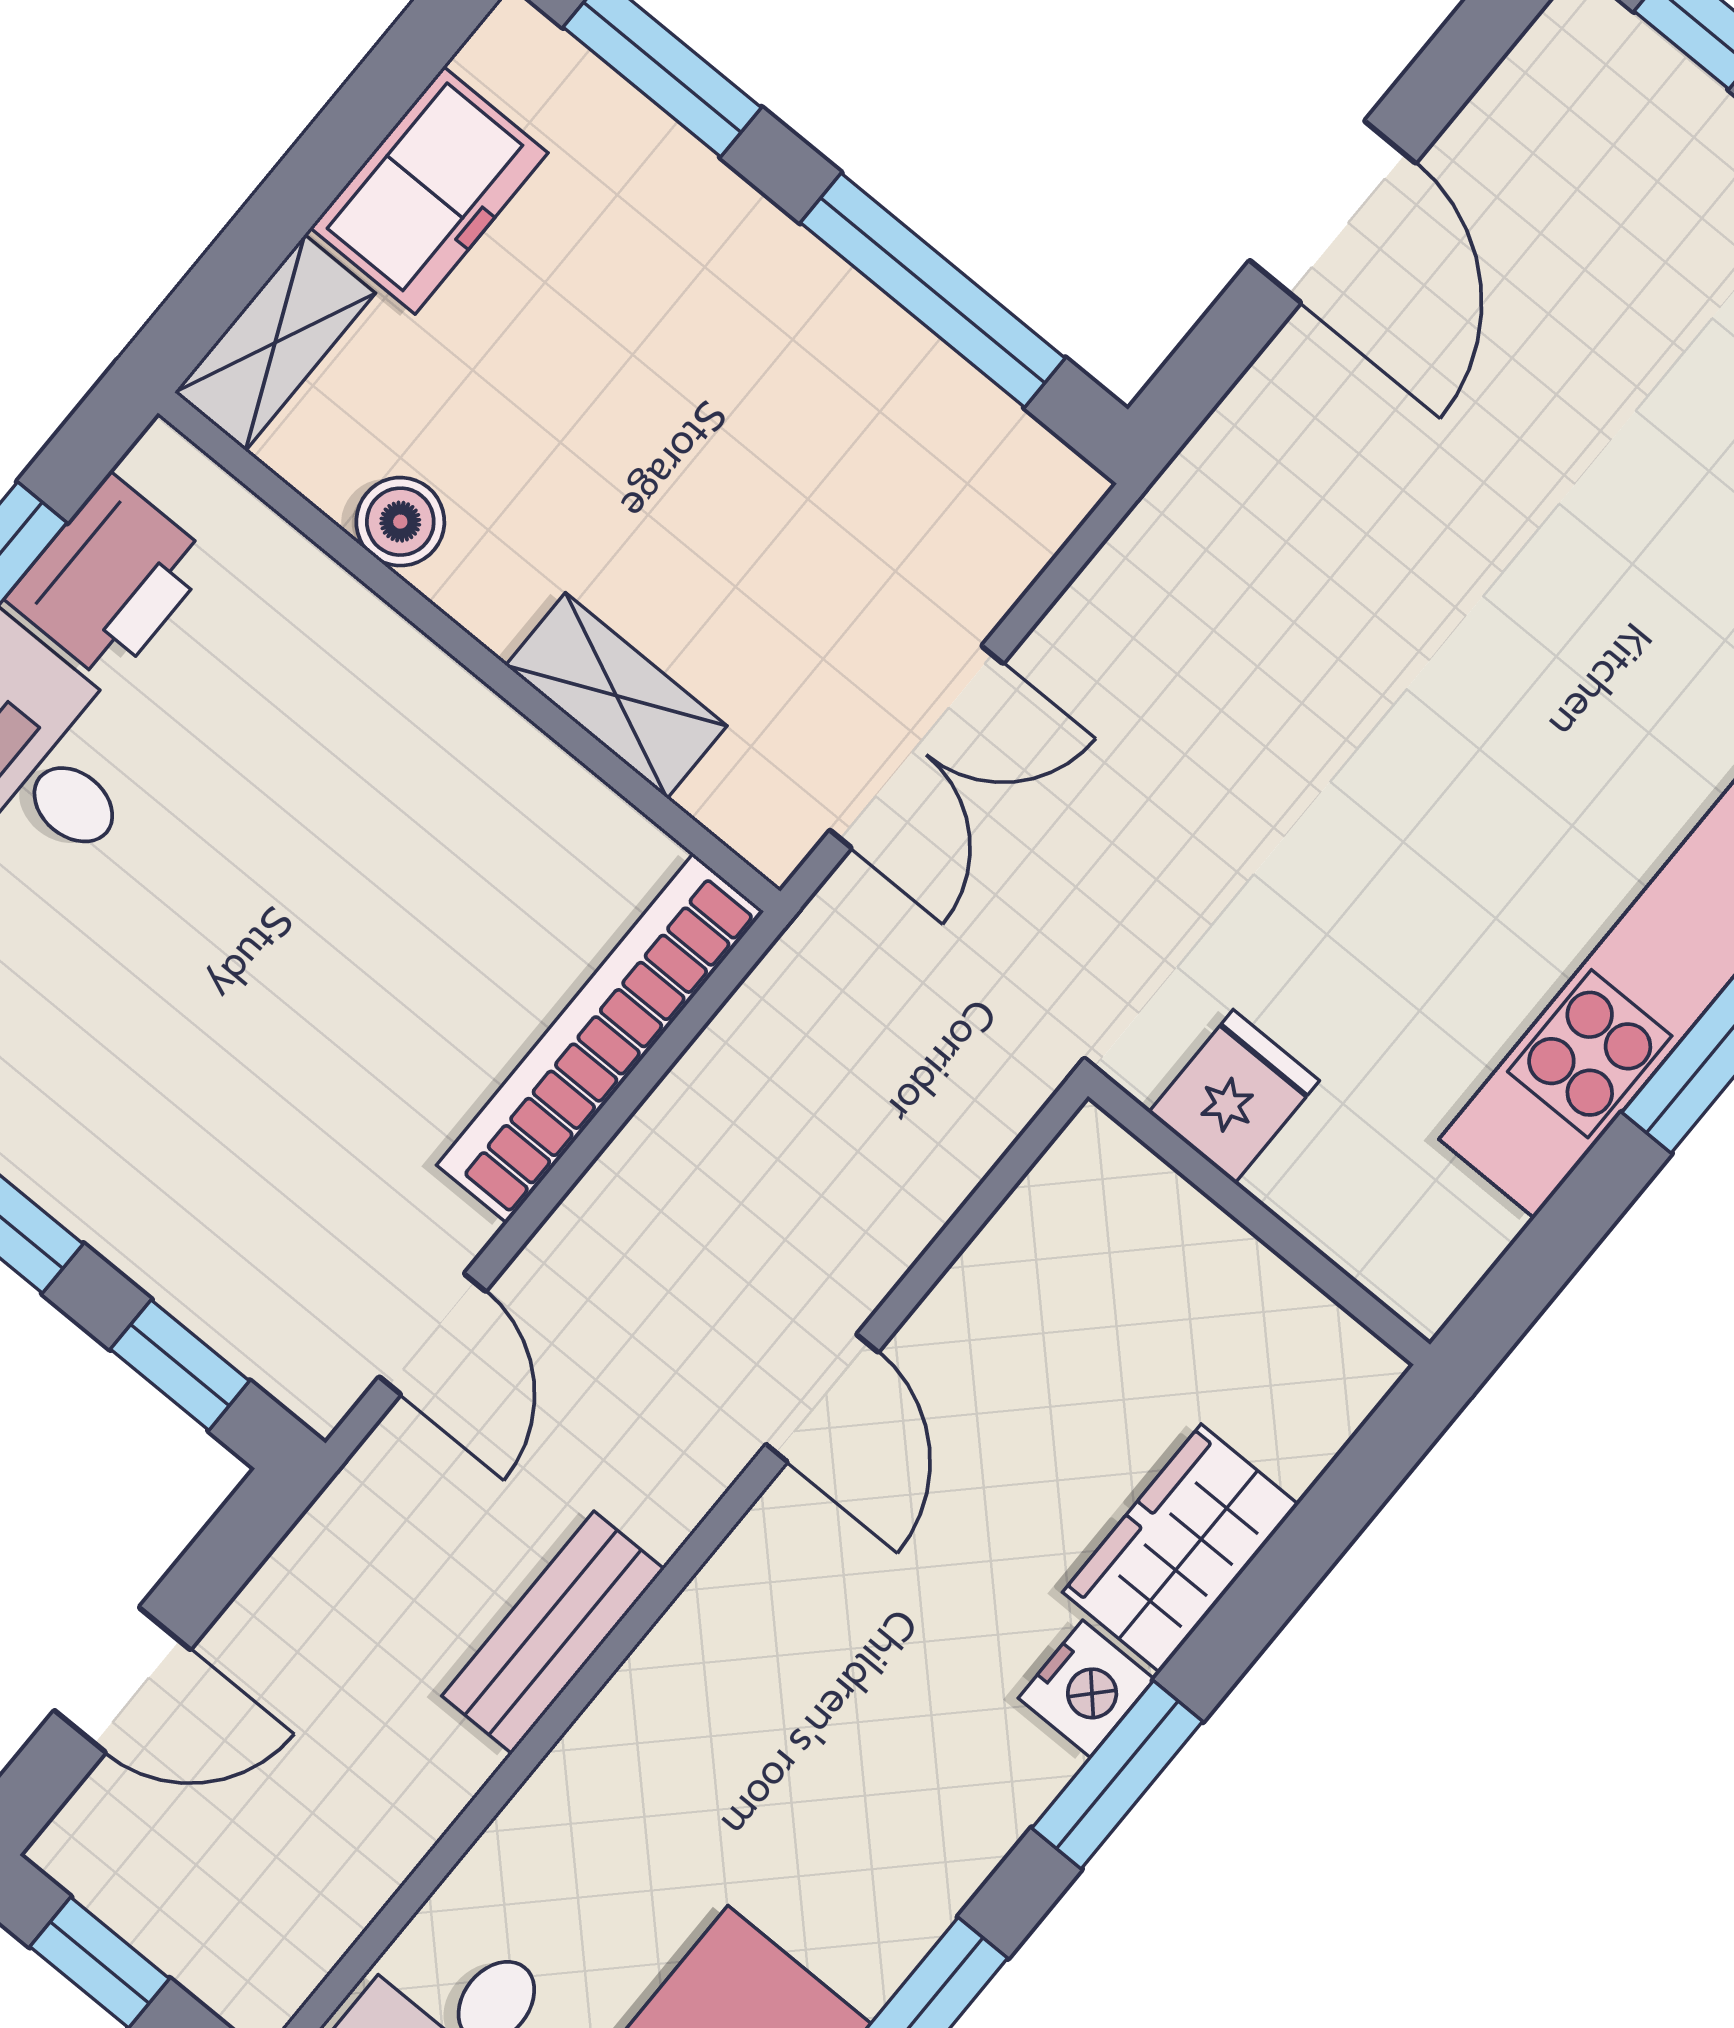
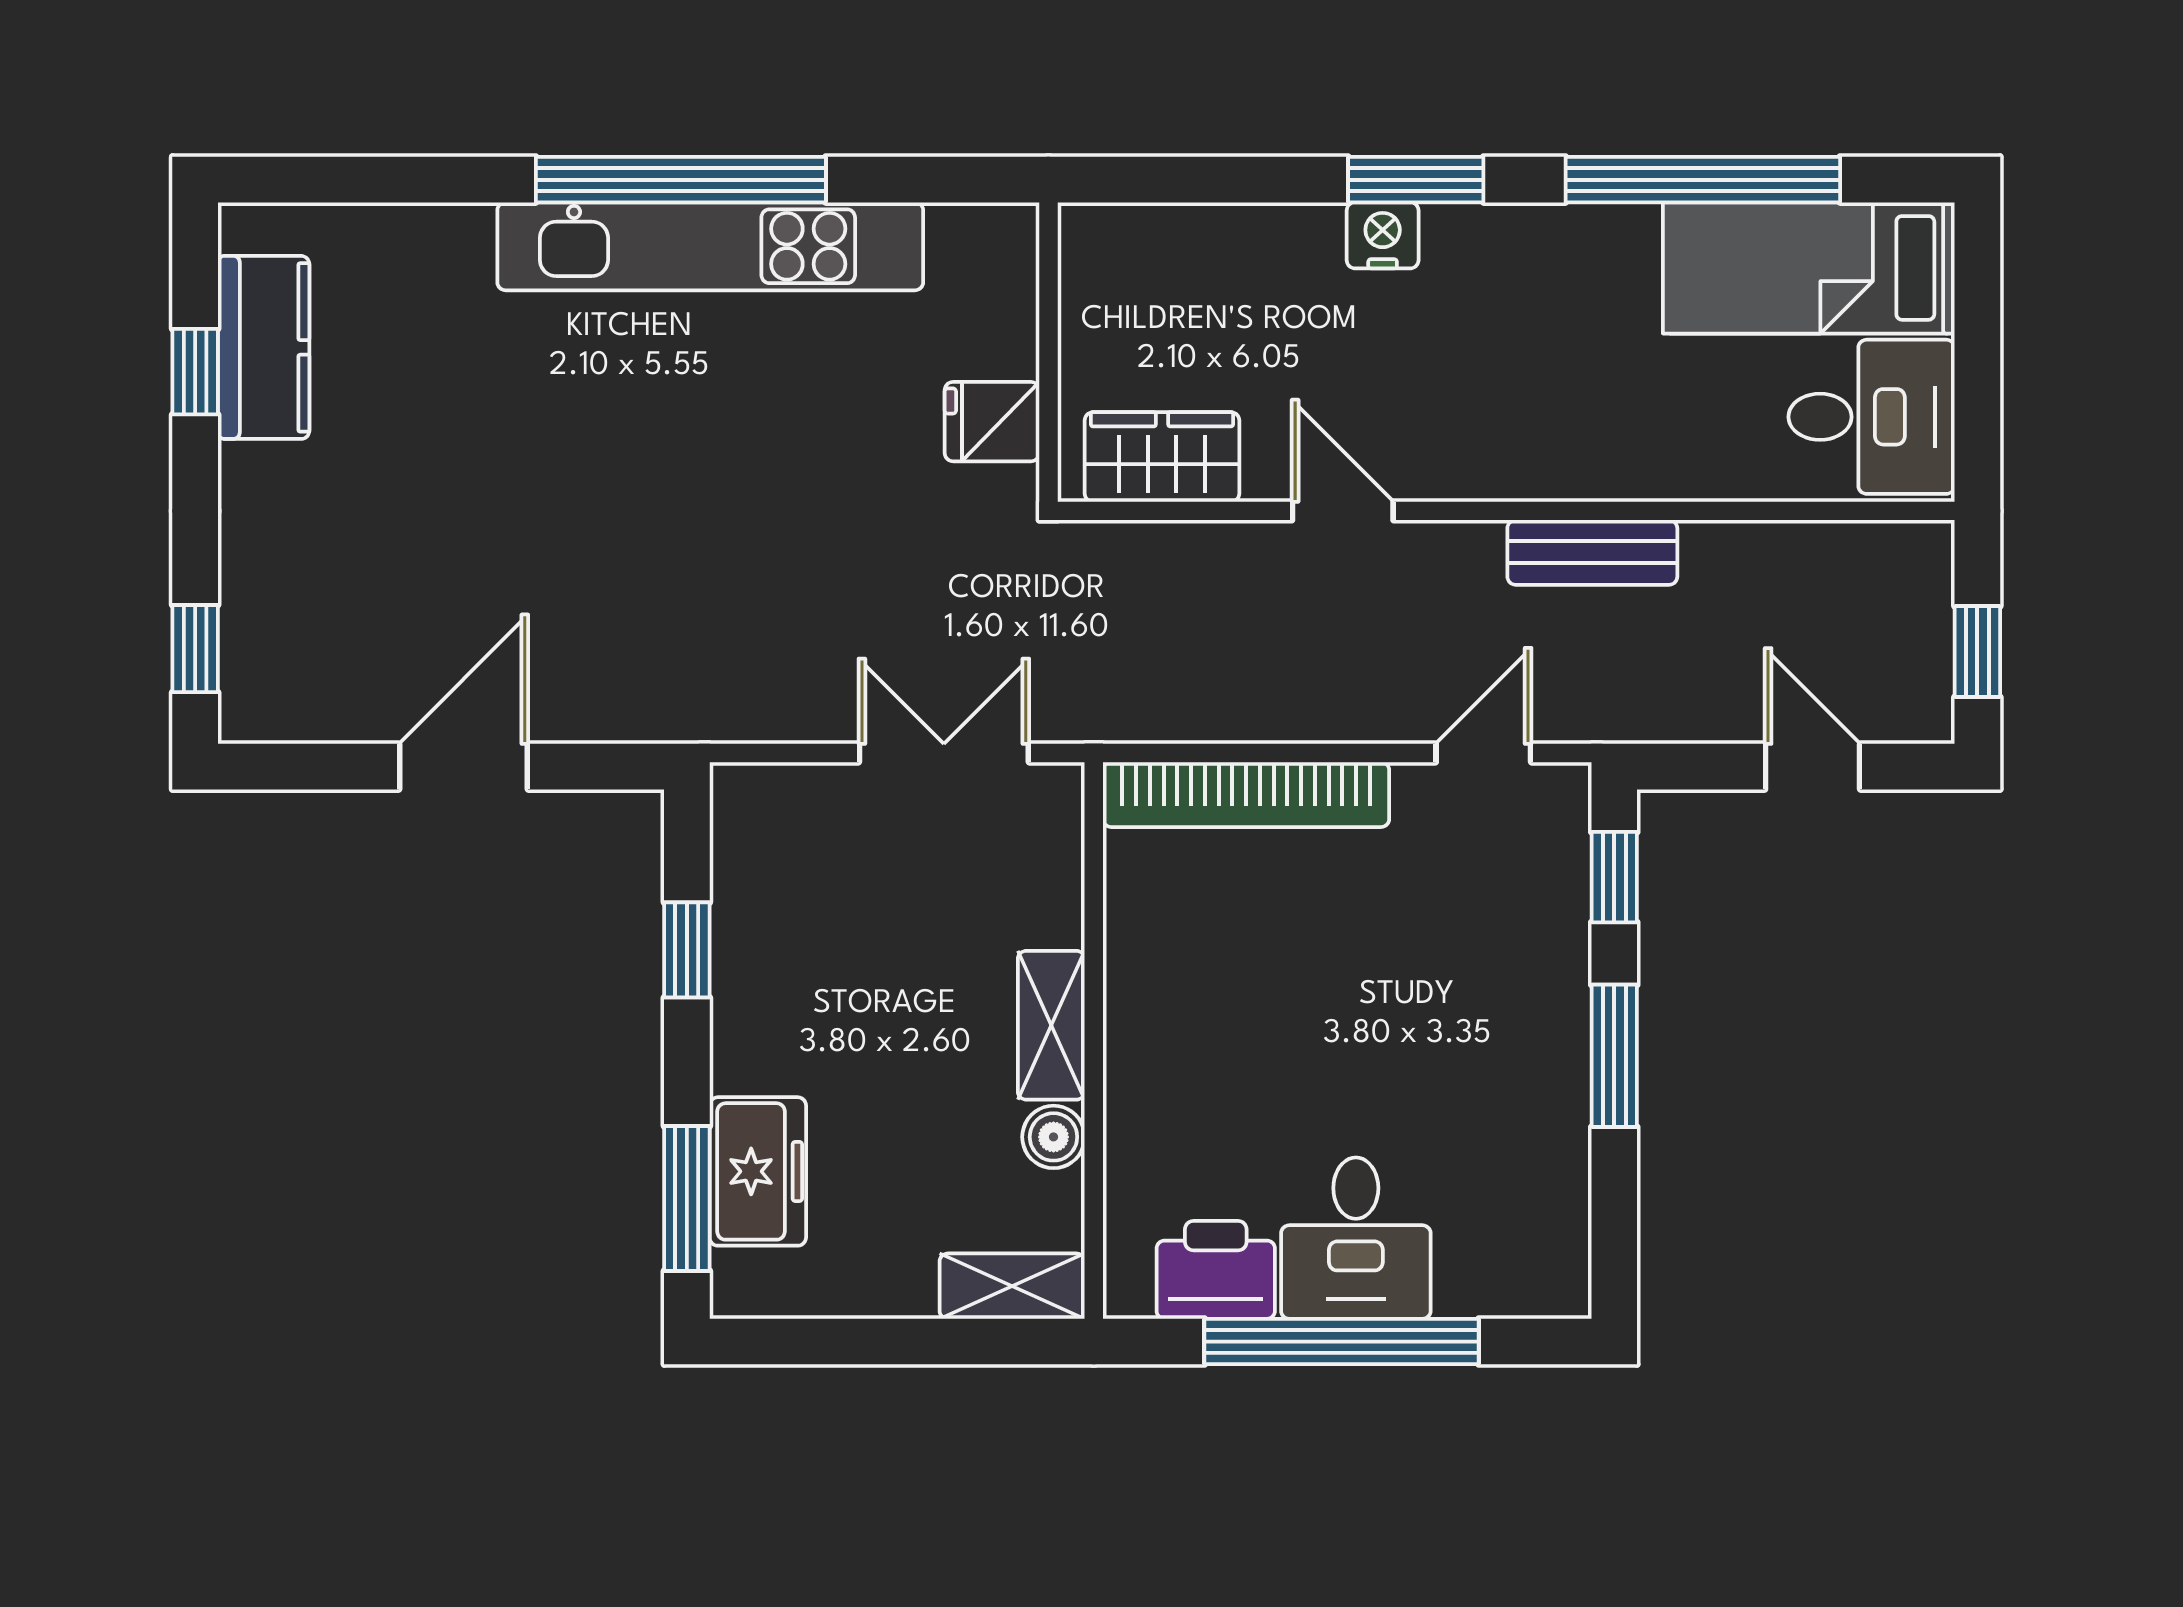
freezer: (429, 190) -> (758, 1171), moved, turned 90
window: (933, 290) -> (687, 950), width x0.46
shelving: (616, 696) -> (1051, 1025), moved
door: (822, 1398) -> (1343, 511), hinge flipped
wardrobe: (1181, 1548) -> (1162, 457), moved, turned 180

